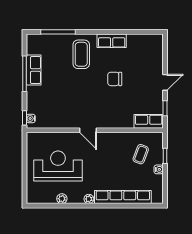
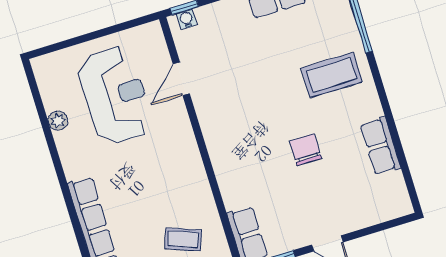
row of seats: (112, 41) -> (380, 146), moved
door: (88, 130) -> (181, 79), moved
plant: (89, 199) -> (73, 170), removed

